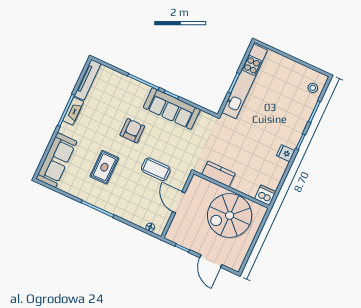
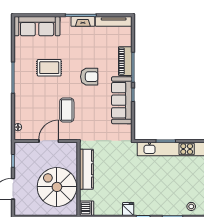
piano: (133, 87) -> (125, 61), added
kitchen counter: (218, 174) -> (86, 169), width x1.50

